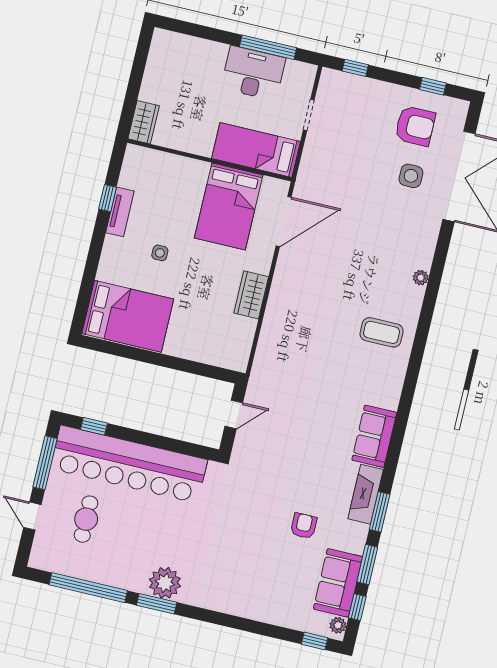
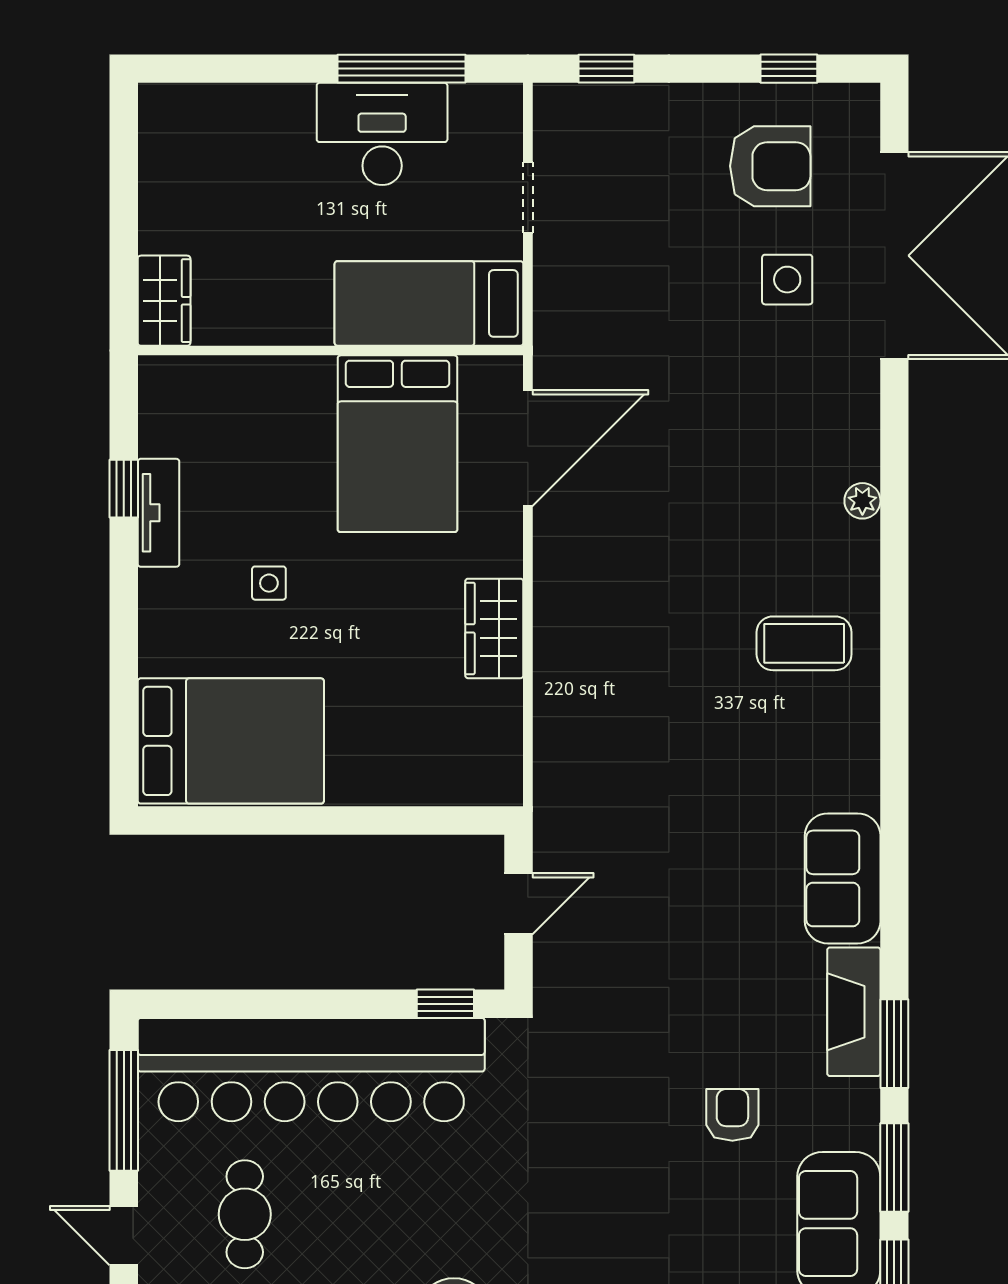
window: (94, 426) -> (445, 1004), moved

